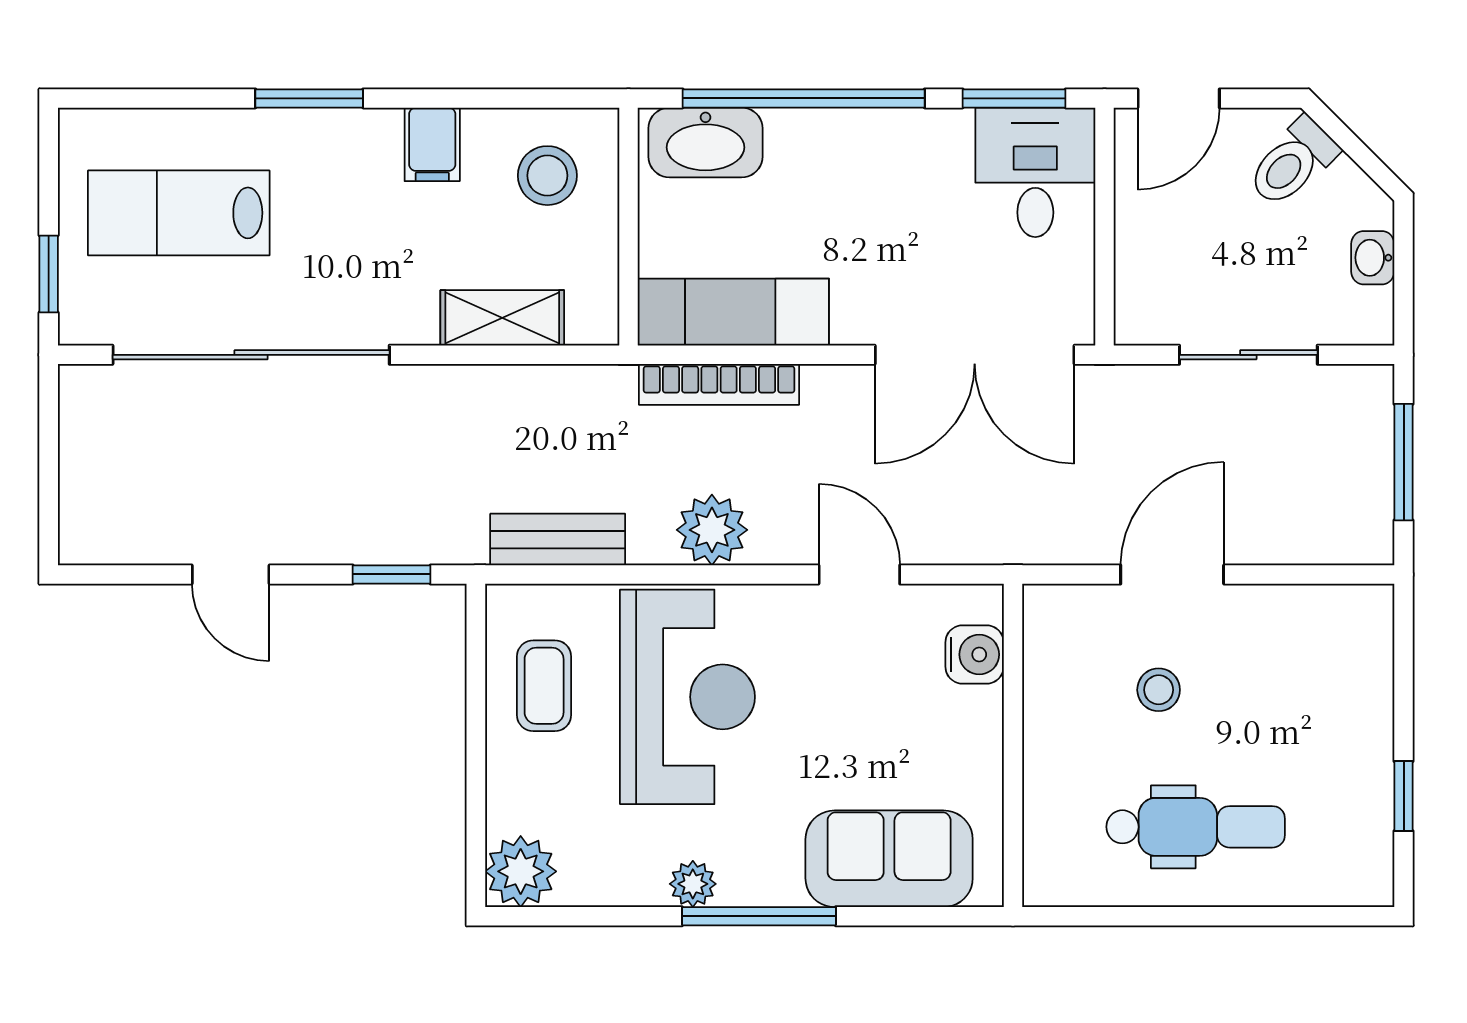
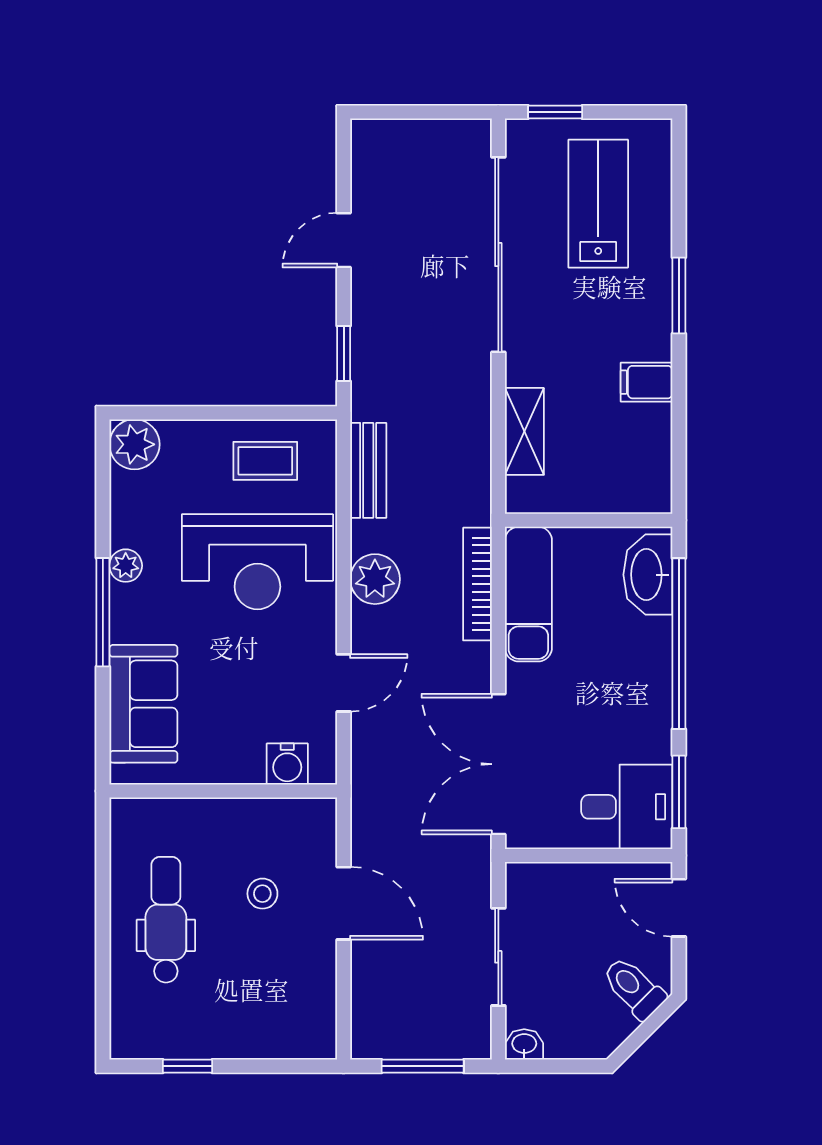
stool: (547, 176) -> (625, 463), removed
washbasin: (1373, 258) -> (524, 1044), moved
dental chair: (1196, 827) -> (166, 920), turned 180

